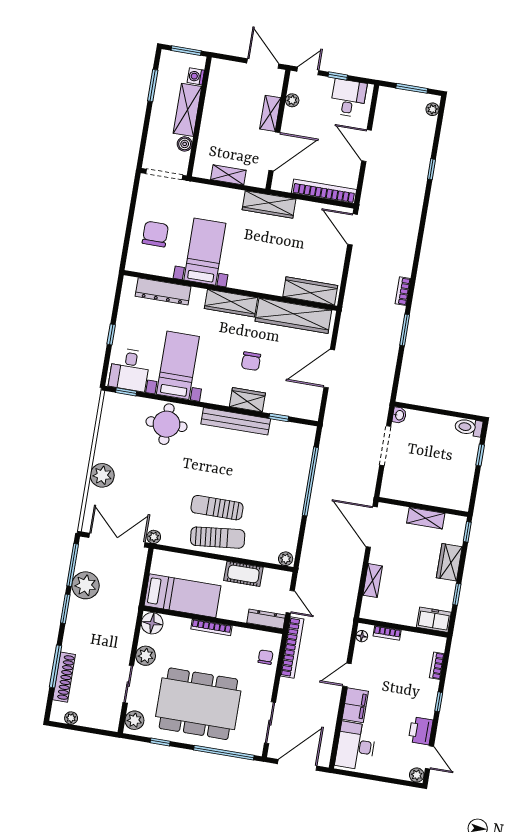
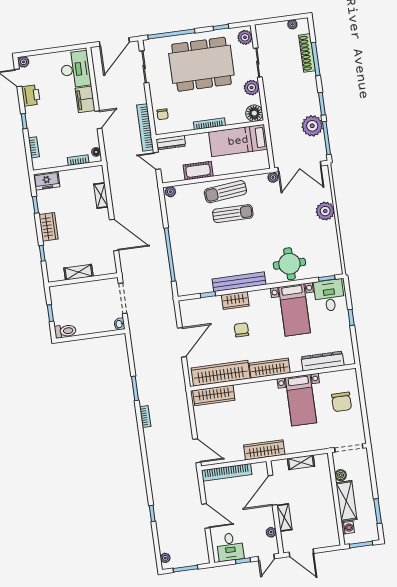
wall: (423, 507) -> (83, 280), moved
shelving: (426, 518) -> (78, 272), moved

